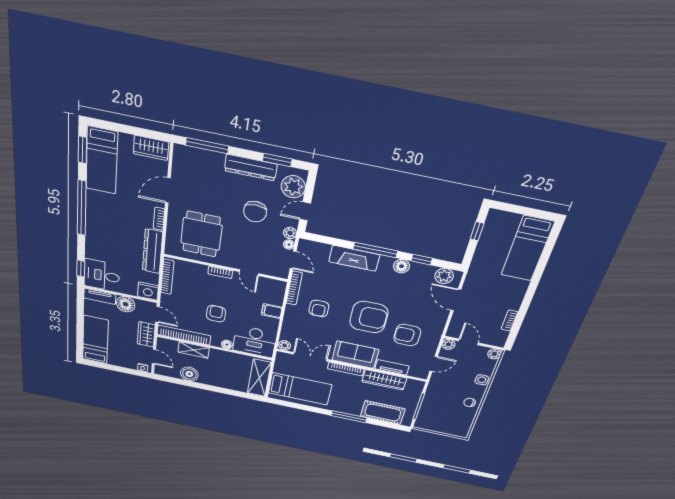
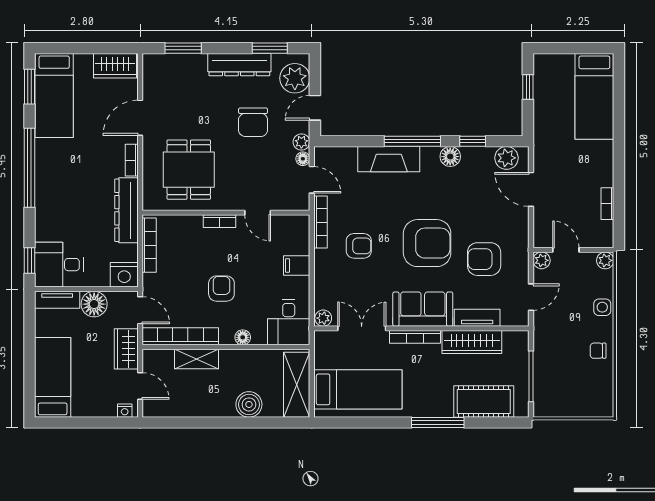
window: (207, 146) -> (183, 48), width x0.69
armchair: (319, 309) -> (359, 246), turned -90
desk: (255, 342) -> (289, 322), width x0.73
boiler: (189, 374) -> (249, 404), moved

